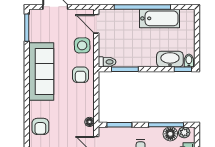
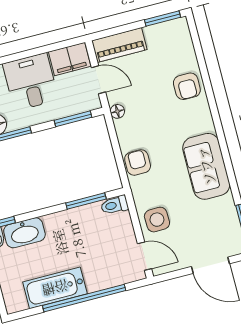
sofa: (41, 71) -> (206, 166), width x0.73
armchair: (81, 75) -> (138, 162), moved
armchair: (40, 126) -> (187, 86), turned 180

